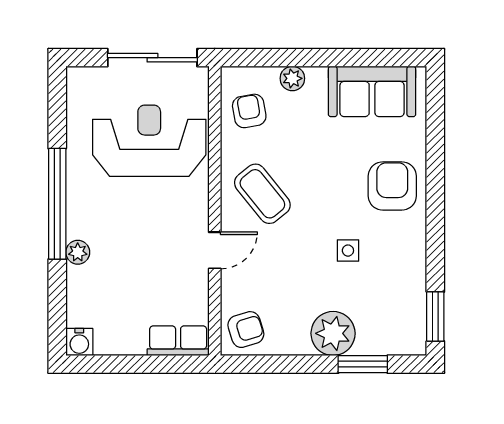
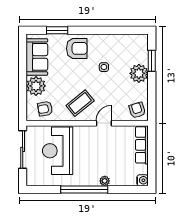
plant: (292, 78) -> (36, 86), width x1.87, depth x1.87
armchair: (392, 186) -> (77, 48), turned 180
door: (215, 250) -> (104, 123), hinge flipped
window: (435, 317) -> (57, 30), moved
row of seats: (178, 341) -> (142, 145), width x1.48

